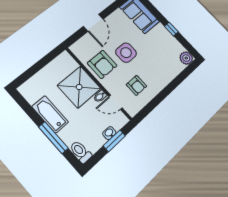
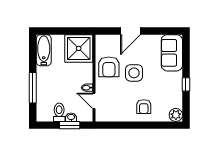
armchair: (136, 85) -> (144, 107), moved
shower: (79, 87) -> (79, 48), moved
bathtub: (50, 114) -> (44, 50), moved
toilet: (81, 152) -> (59, 112), moved

